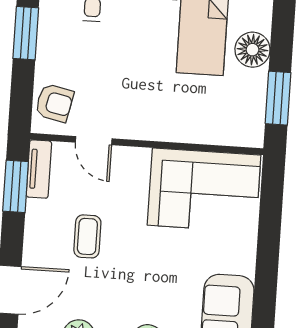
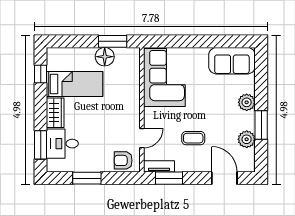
floor lamp: (252, 50) -> (105, 57), moved
armchair: (54, 103) -> (123, 160), turned -102

